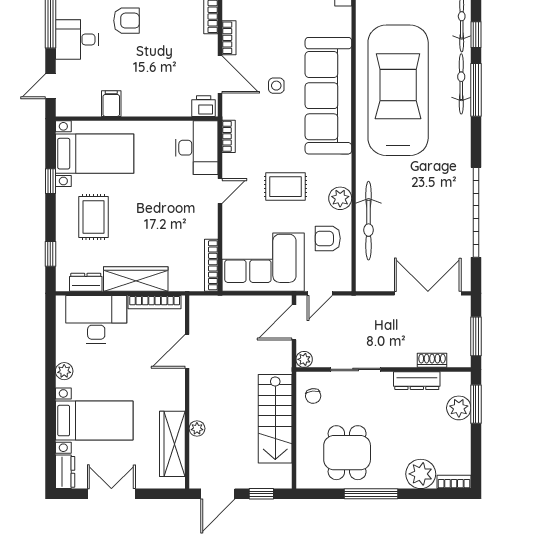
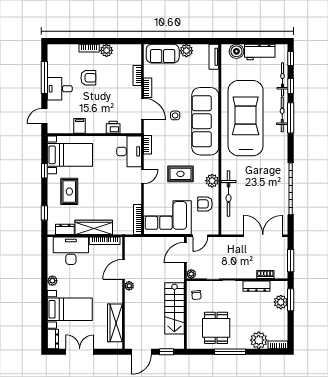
printer: (204, 106) -> (113, 127), moved
plant: (197, 428) -> (129, 286), moved

